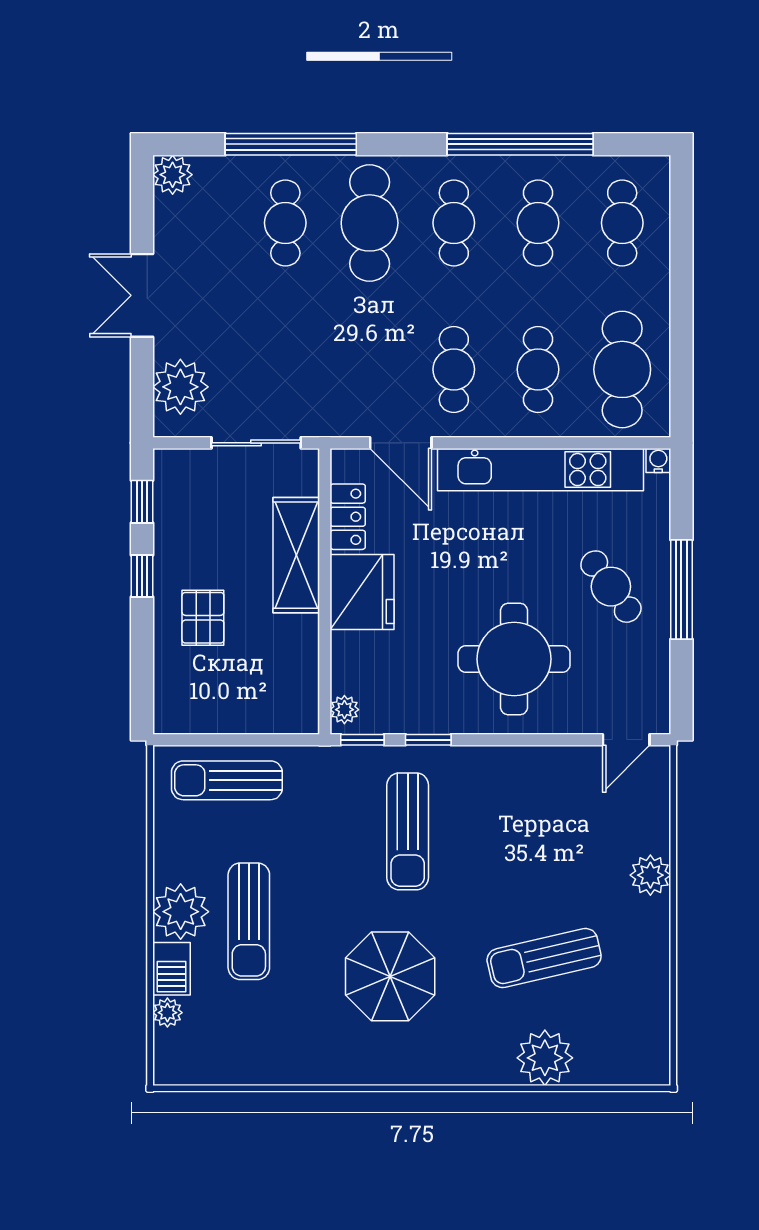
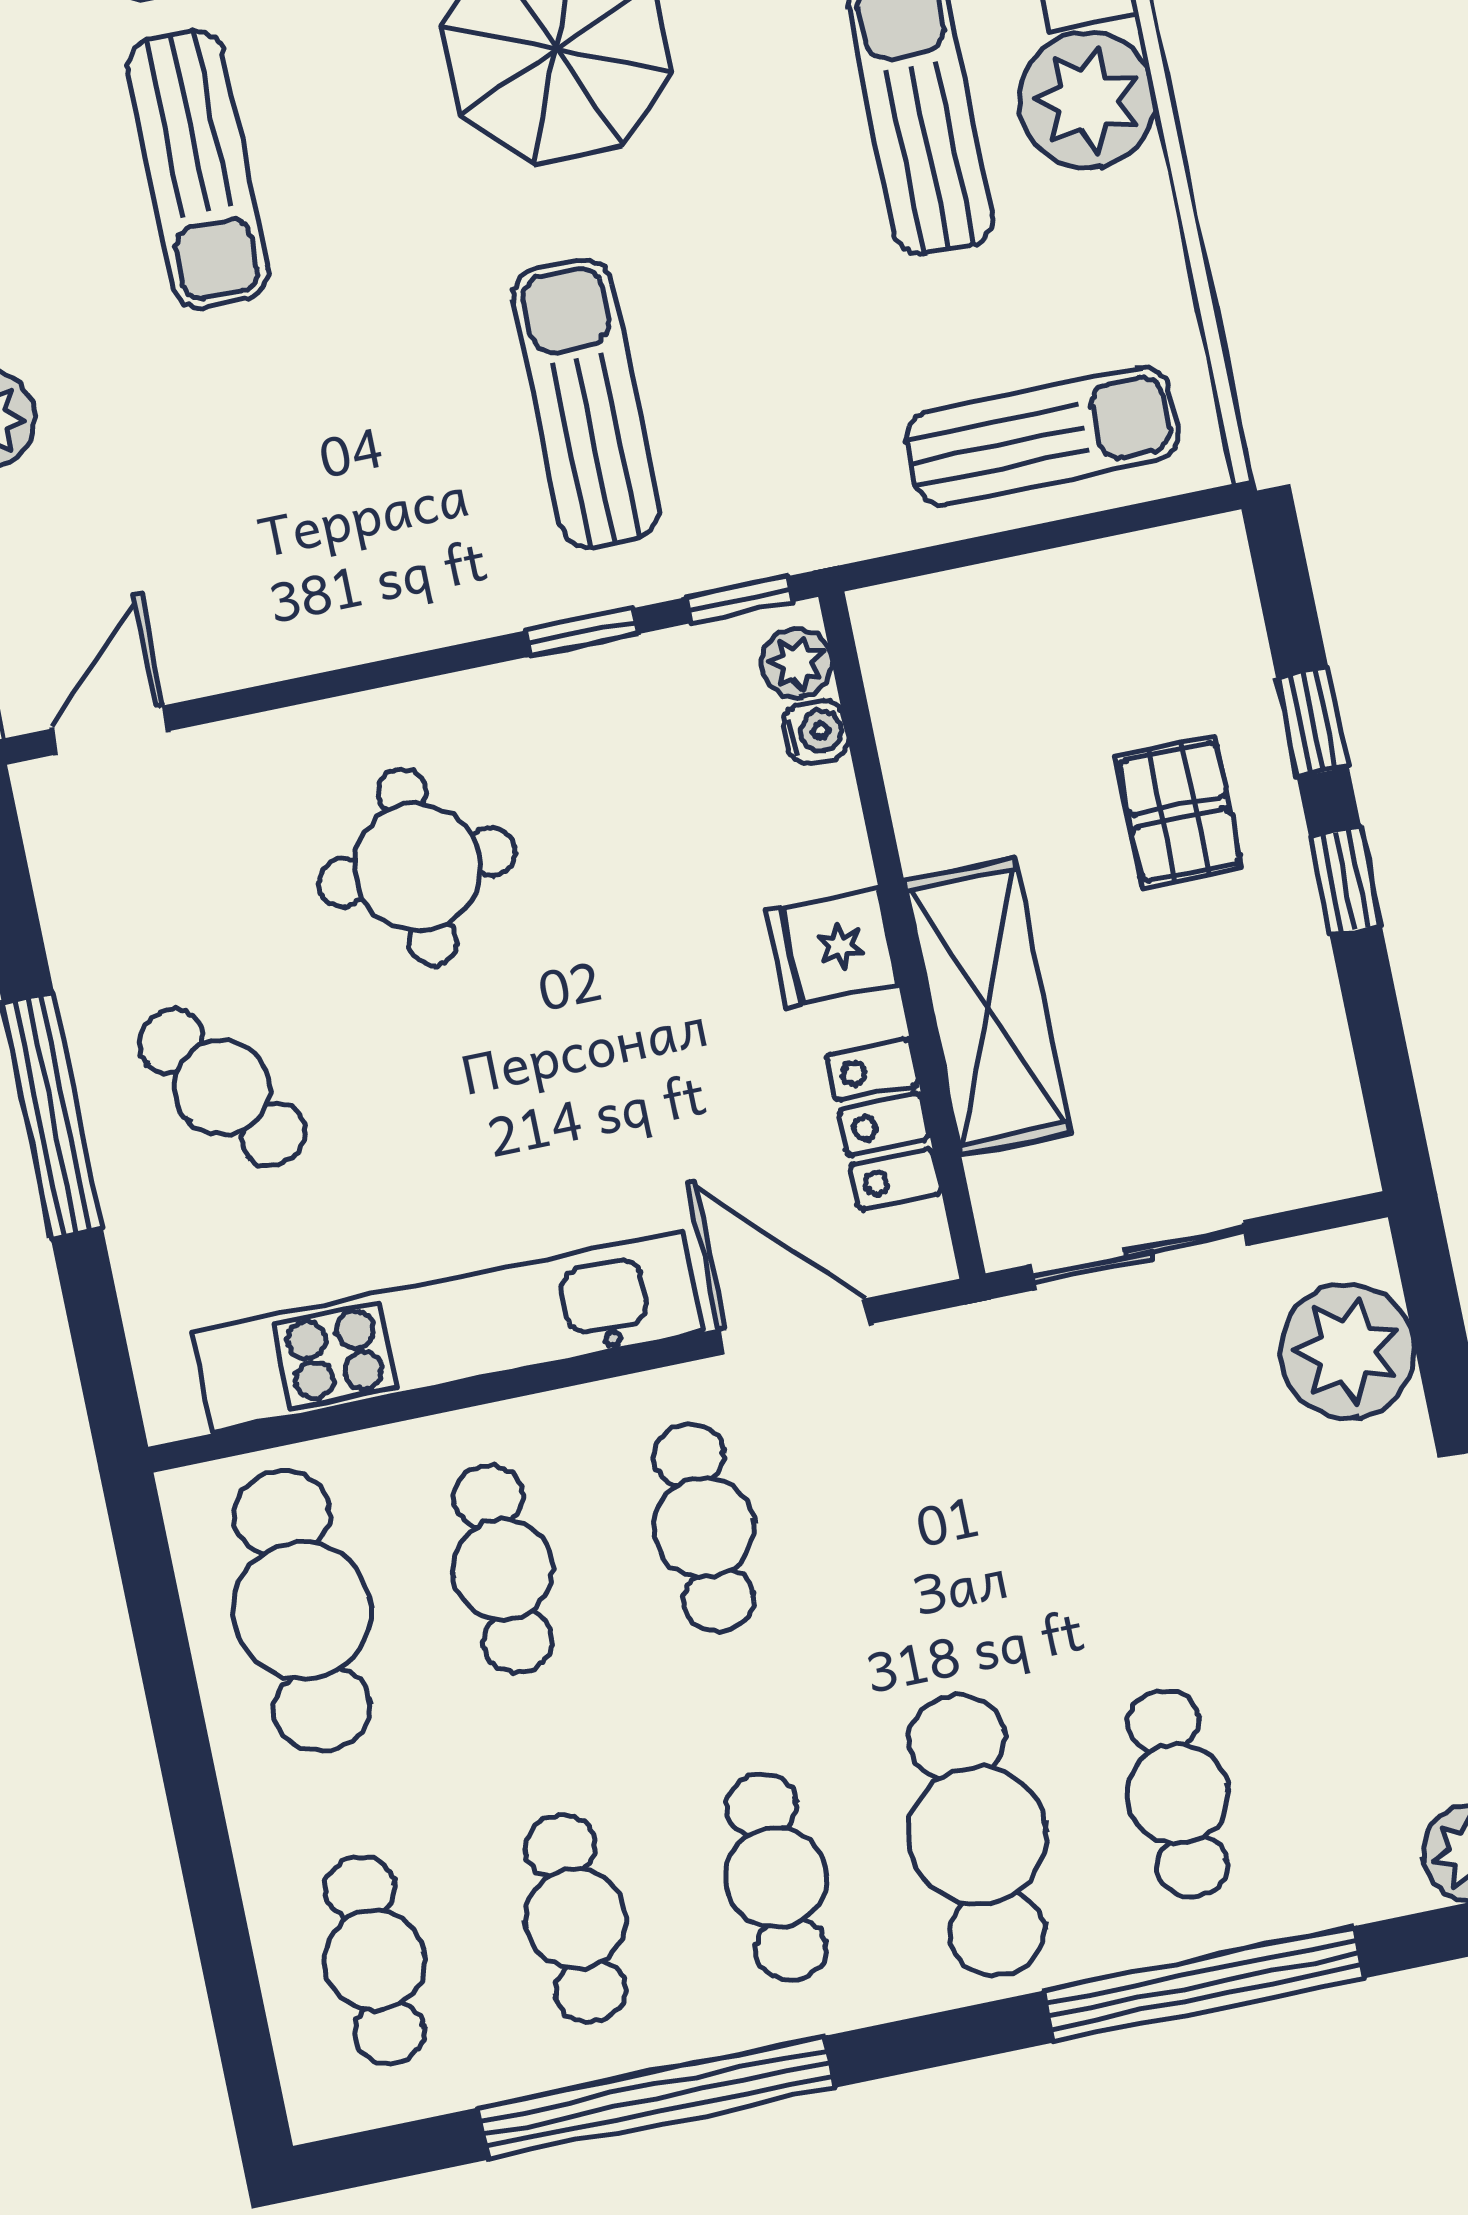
water cooler: (658, 460) -> (816, 732), moved, turned -90
window: (142, 502) -> (1312, 722), moved
fridge: (362, 592) -> (832, 948), width x0.53, depth x0.75
round table: (514, 659) -> (417, 867), width x0.73, depth x0.73
sun lounger: (544, 958) -> (198, 169), turned 103

